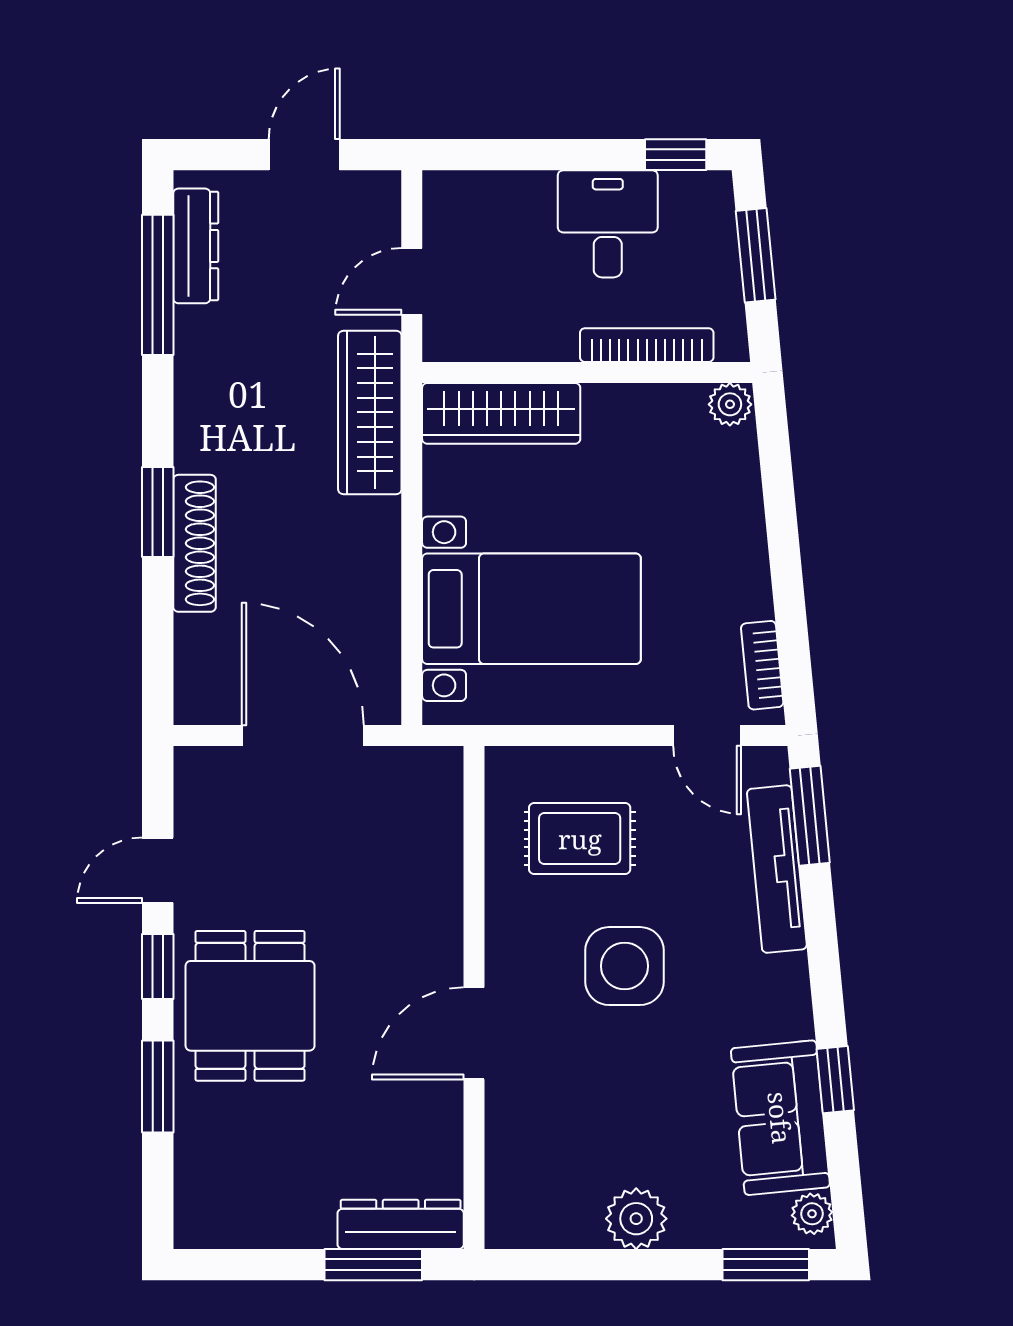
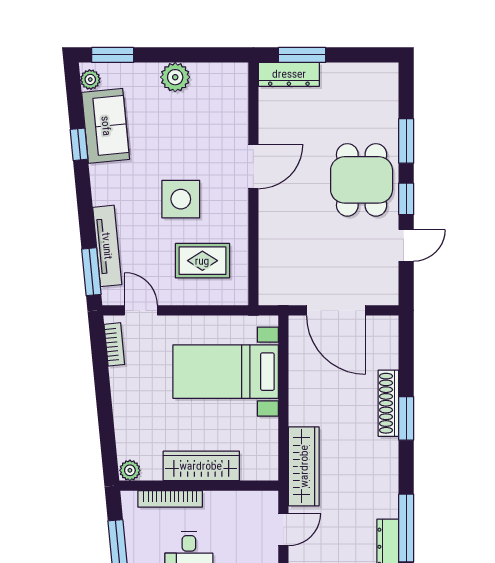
wardrobe: (501, 413) -> (201, 466), moved

